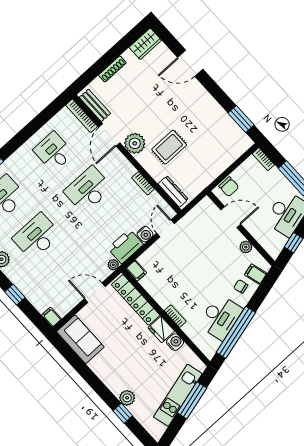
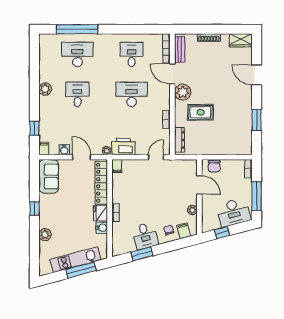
window: (241, 119) -> (257, 120), moved
door: (109, 135) -> (172, 74), hinge flipped
water cooler: (145, 234) -> (64, 150), moved
desk: (37, 236) -> (78, 94), width x0.73
window: (15, 295) -> (34, 128), moved
desk: (220, 317) -> (145, 236), width x0.73
window: (236, 332) -> (142, 254), width x0.47
window: (123, 413) -> (34, 209), moved

